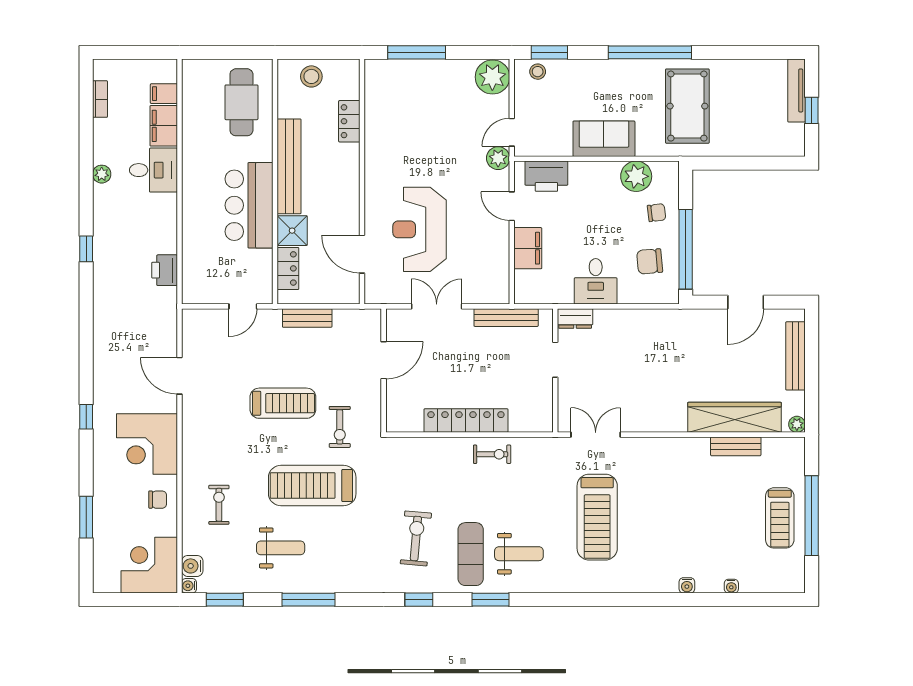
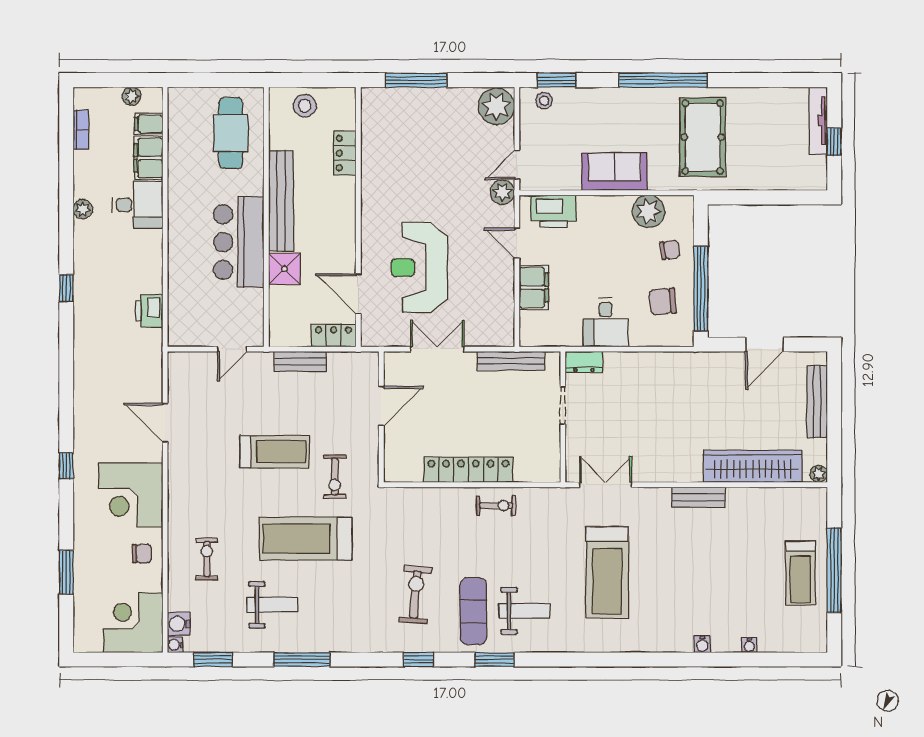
plant: (148, 68) -> (132, 96), added
locker: (288, 268) -> (334, 336), moved, turned -90
bench: (736, 446) -> (698, 497), moved

